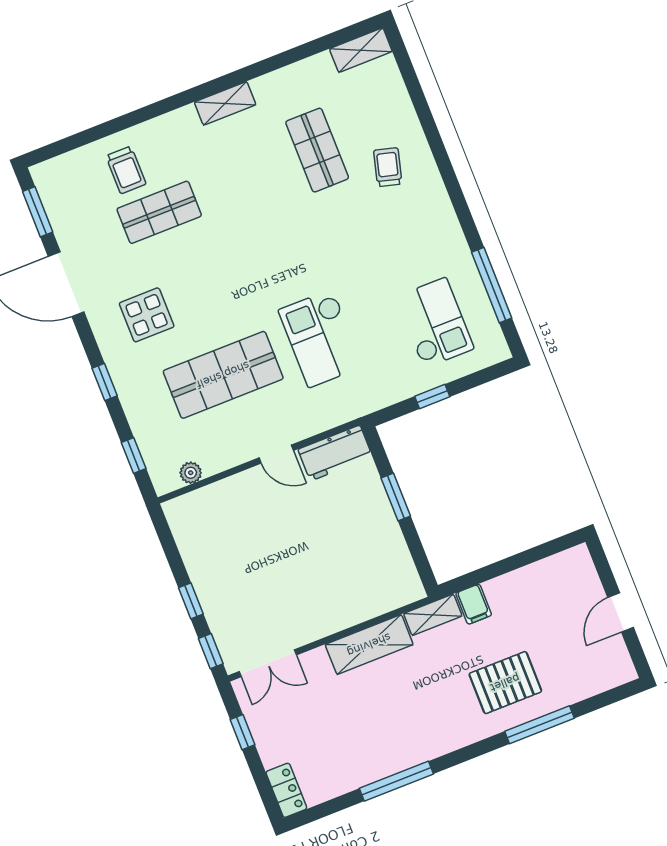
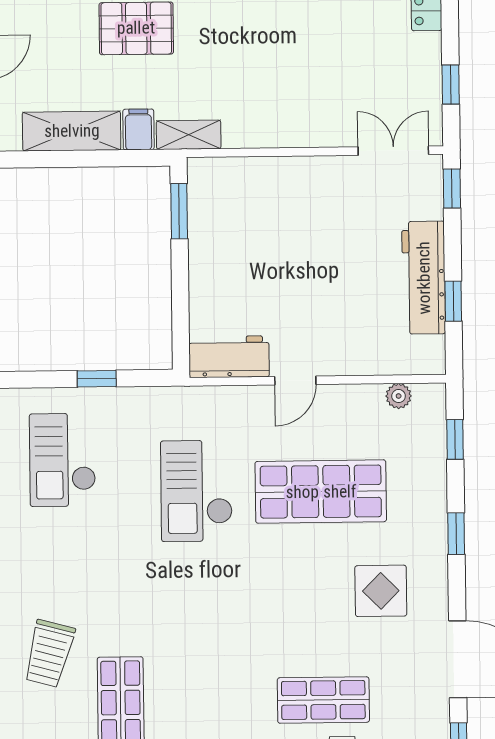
trolley: (388, 167) -> (49, 653), width x1.36, depth x1.39
checkout: (321, 338) -> (197, 491), turned 180
door: (276, 454) -> (295, 381), swing flipped
window: (396, 497) -> (179, 211), moved
workbench: (206, 573) -> (424, 278), added
window: (191, 601) -> (453, 301), moved
shelving: (369, 645) -> (72, 131), moved

